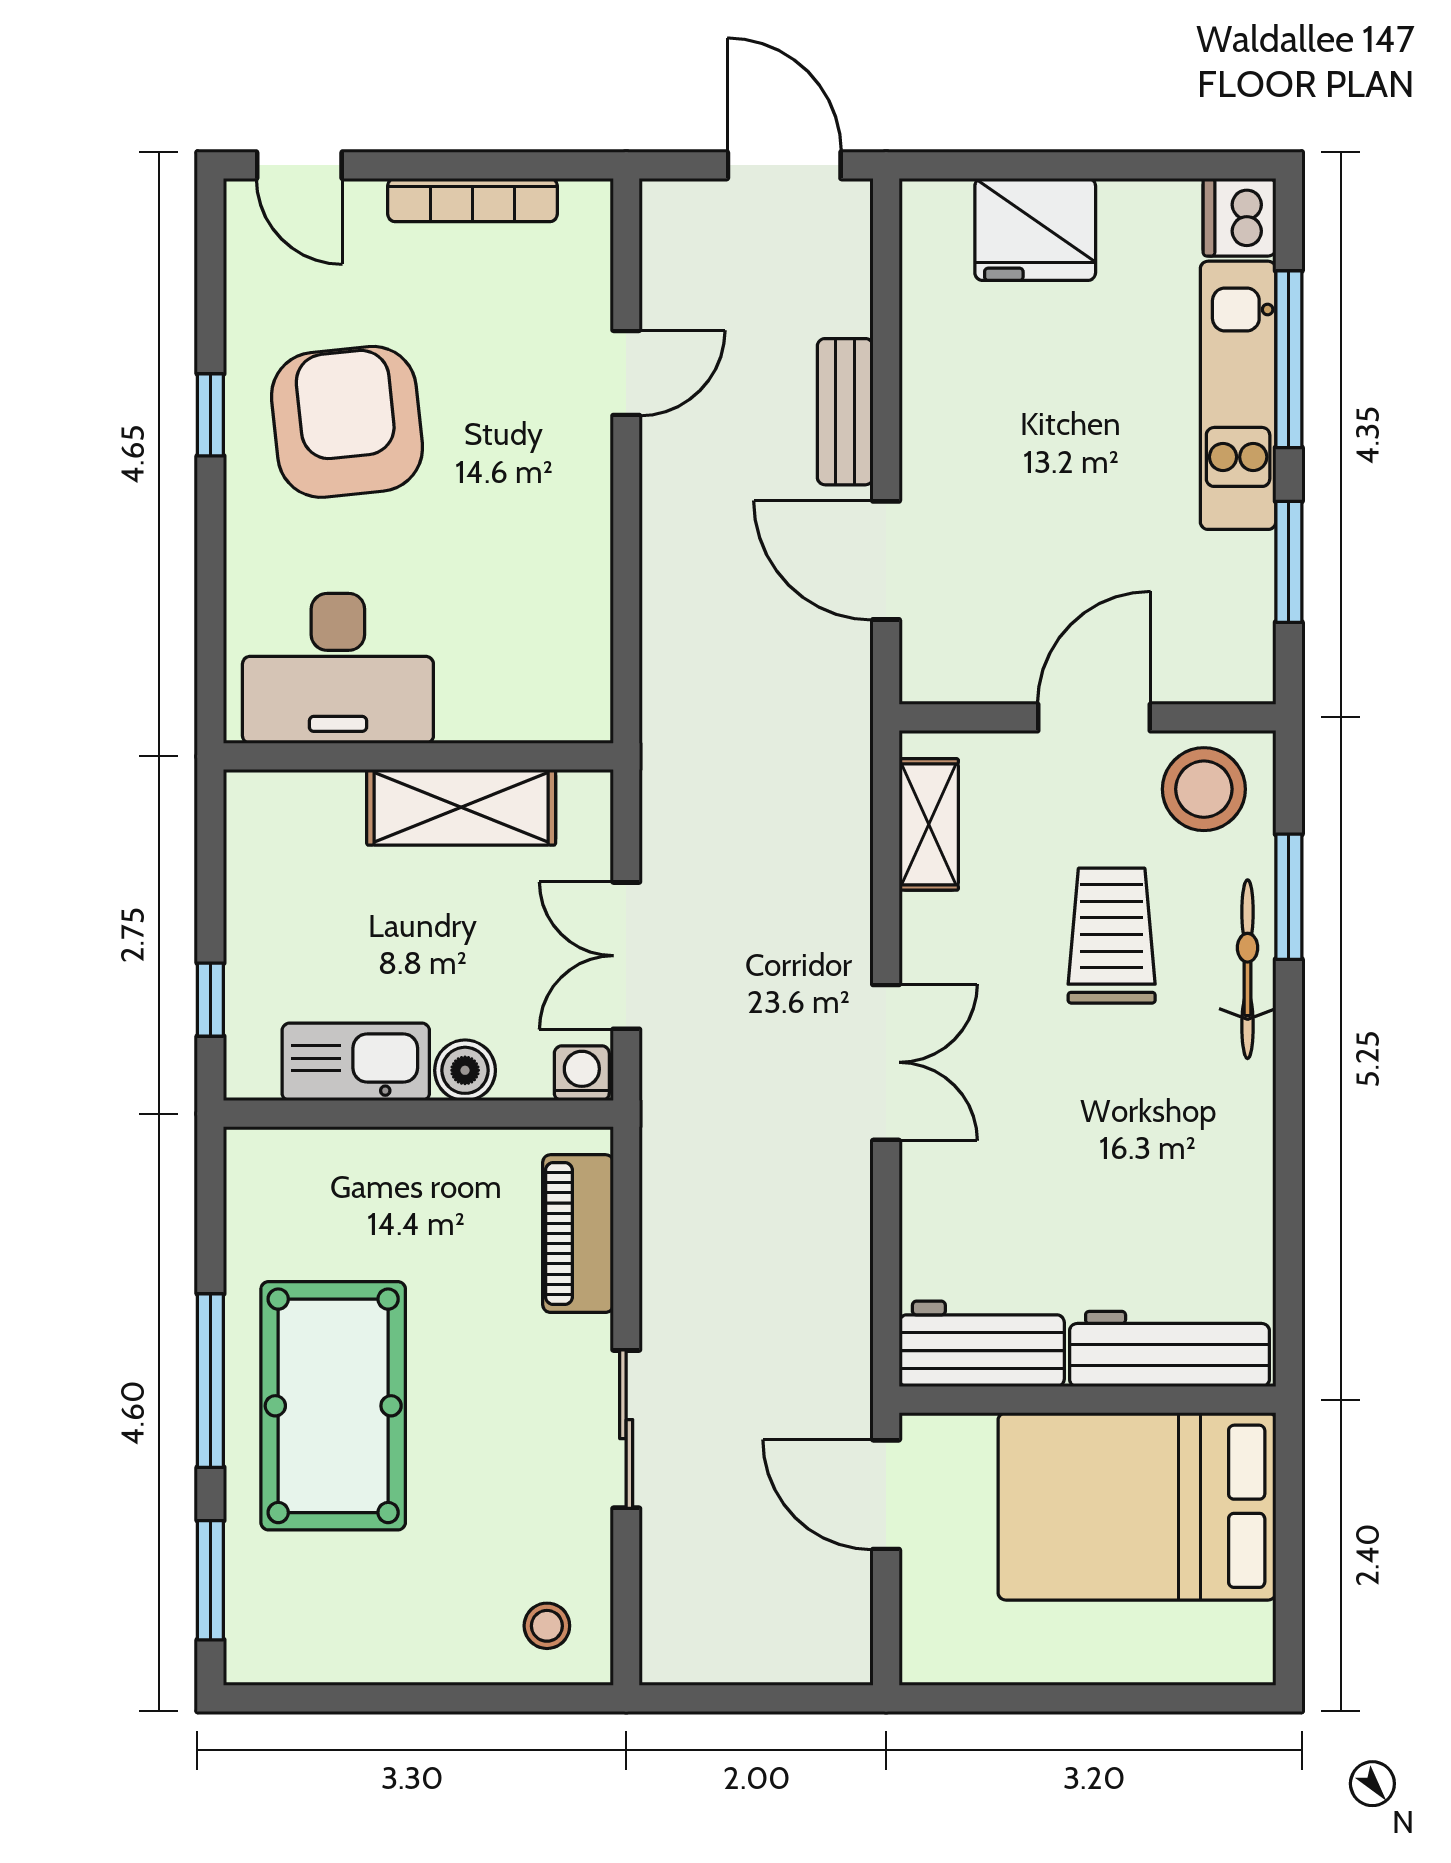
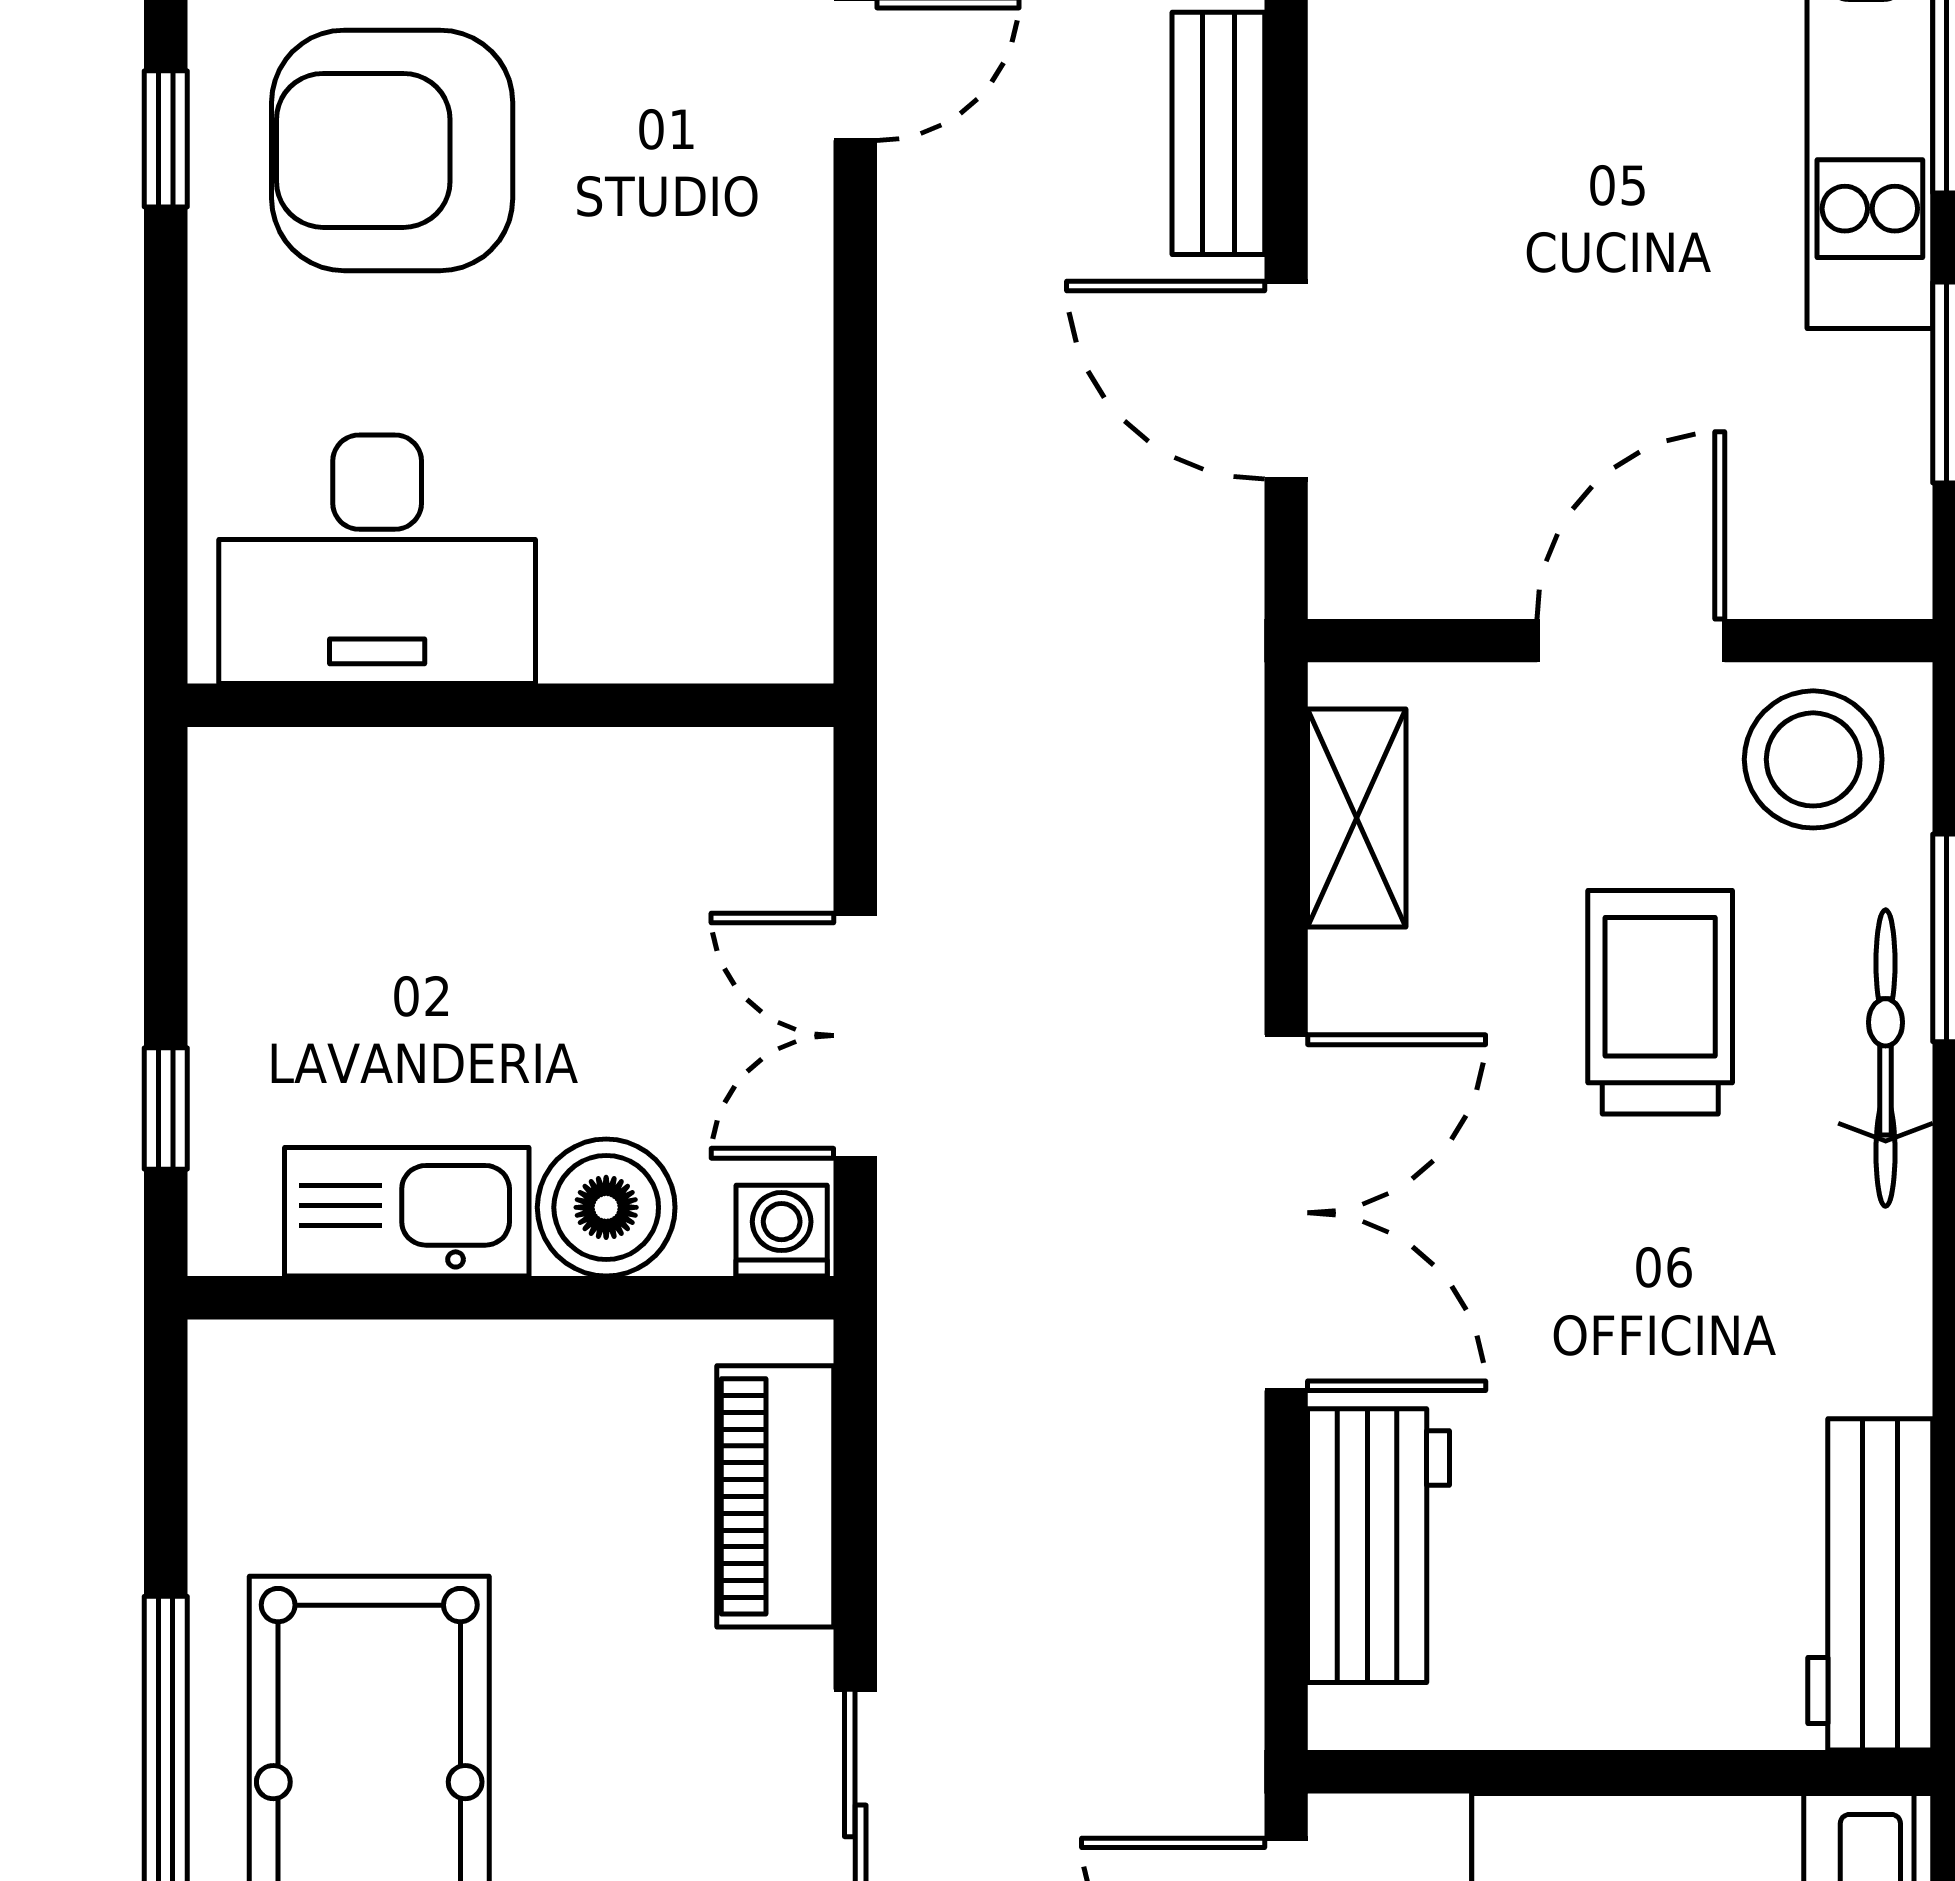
armchair: (347, 422) -> (392, 150), turned -84
shelving: (461, 807) -> (581, 790), removed
double door: (886, 1062) -> (1286, 1213), width x1.37
boiler: (465, 1070) -> (606, 1207), width x1.36, depth x1.36
workbench: (982, 1344) -> (1378, 1546), moved, turned 90
workbench: (1169, 1349) -> (1870, 1584), moved, turned -90

